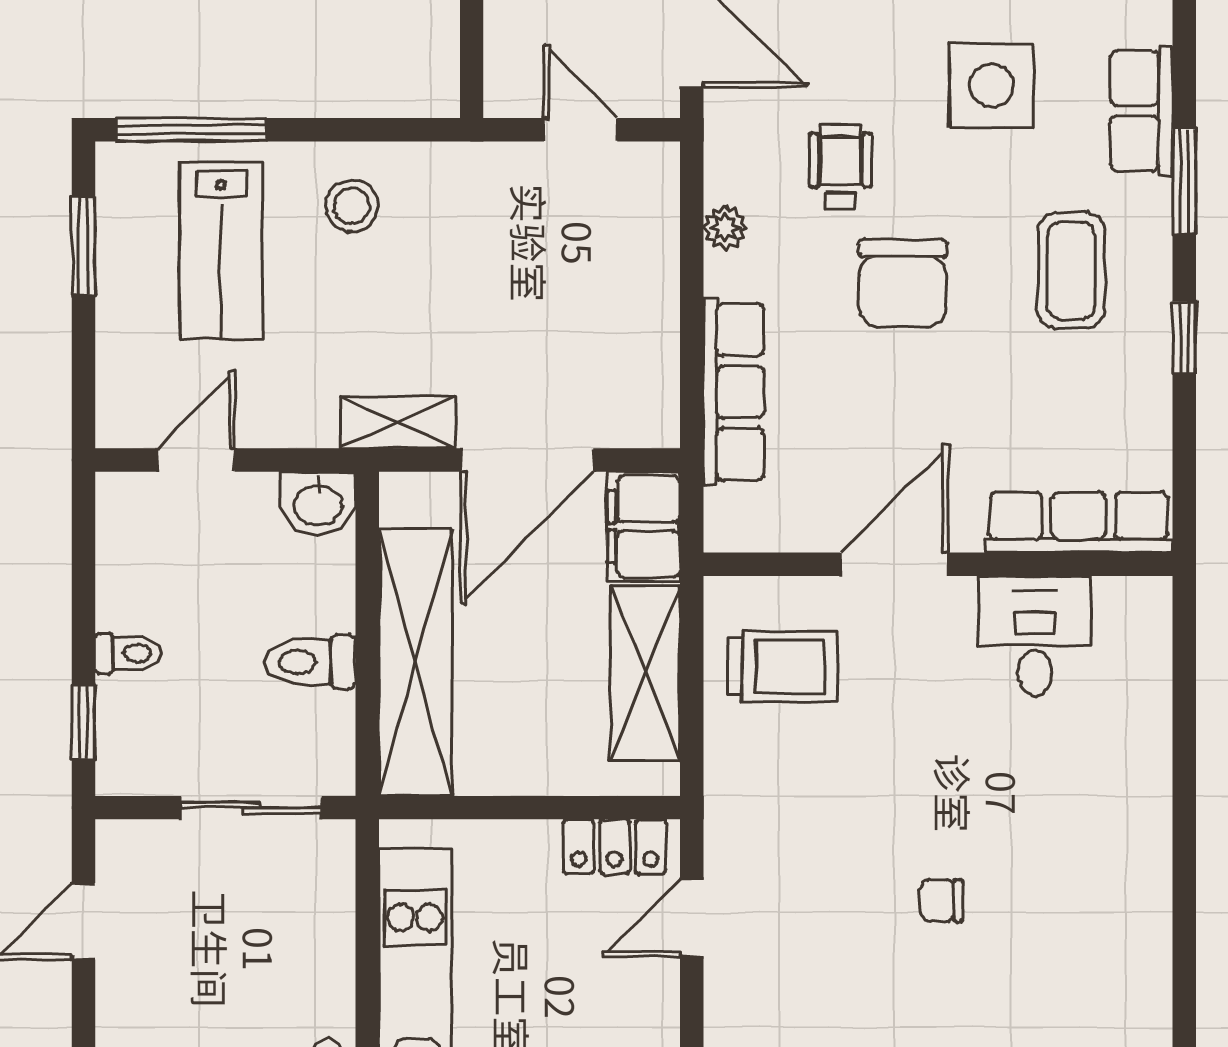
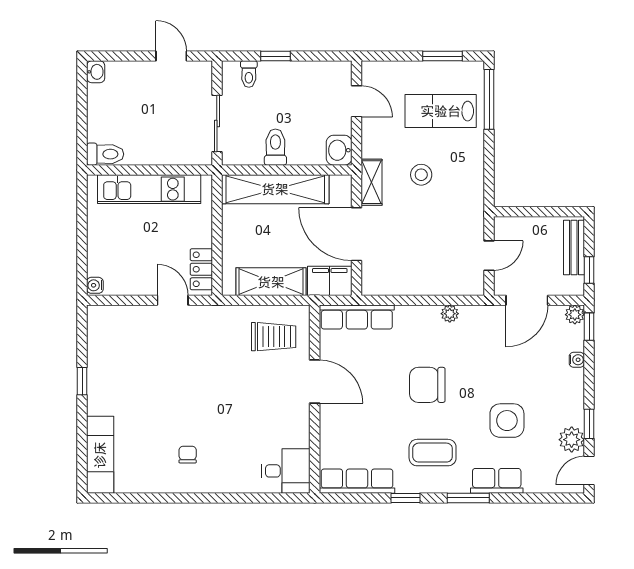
wheelchair: (841, 167) -> (474, 360), removed
stool: (351, 206) -> (421, 175), moved
row of seats: (734, 392) -> (357, 317), moved
row of seats: (1079, 522) -> (357, 481), moved, turned -90
desk: (1035, 636) -> (286, 471), moved
toilet: (128, 653) -> (249, 74), moved
trolley: (783, 666) -> (274, 337), turned -90
window: (83, 722) -> (276, 56), moved
chair: (942, 901) -> (188, 455), moved

